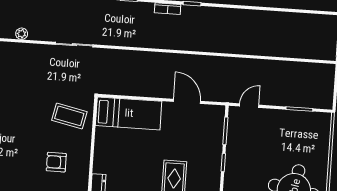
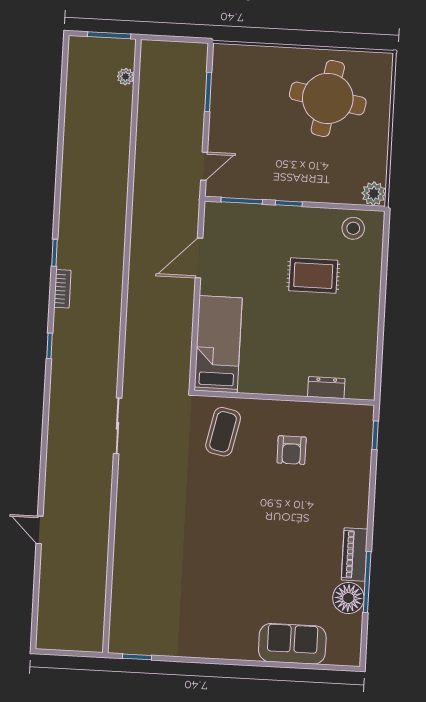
plant: (22, 34) -> (126, 77), moved
door: (249, 106) -> (204, 166), swing flipped

